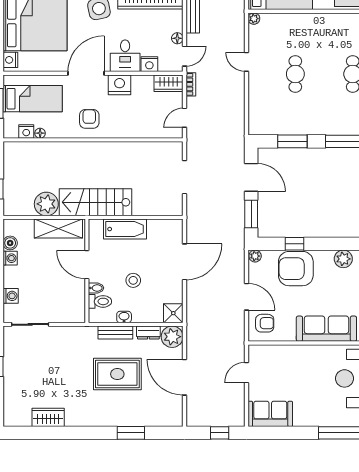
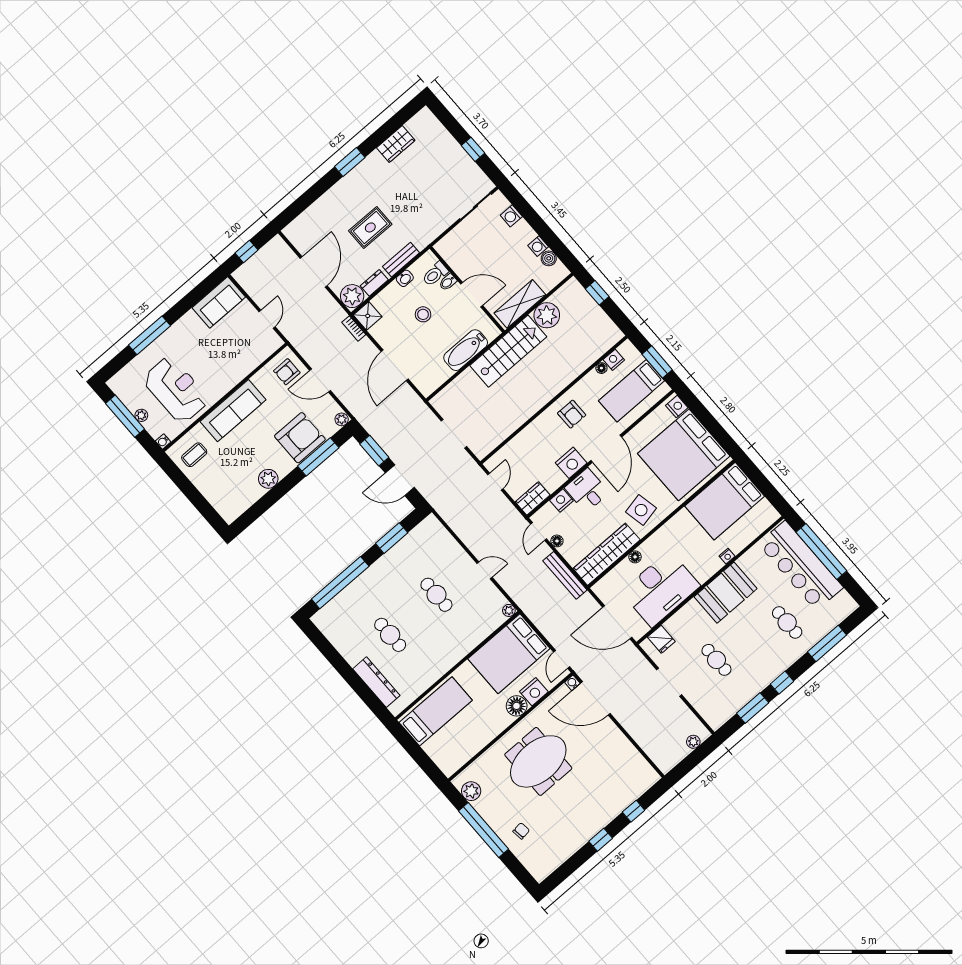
bookcase: (191, 84) -> (354, 328), moved
window: (295, 244) -> (318, 457), width x2.17
rug: (117, 374) -> (370, 227), width x0.73, depth x0.70
door: (184, 377) -> (314, 272), hinge flipped
window: (131, 433) -> (350, 162), moved

